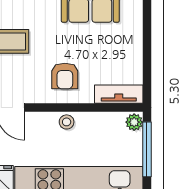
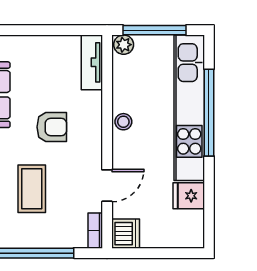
armchair: (65, 76) -> (52, 127), moved

